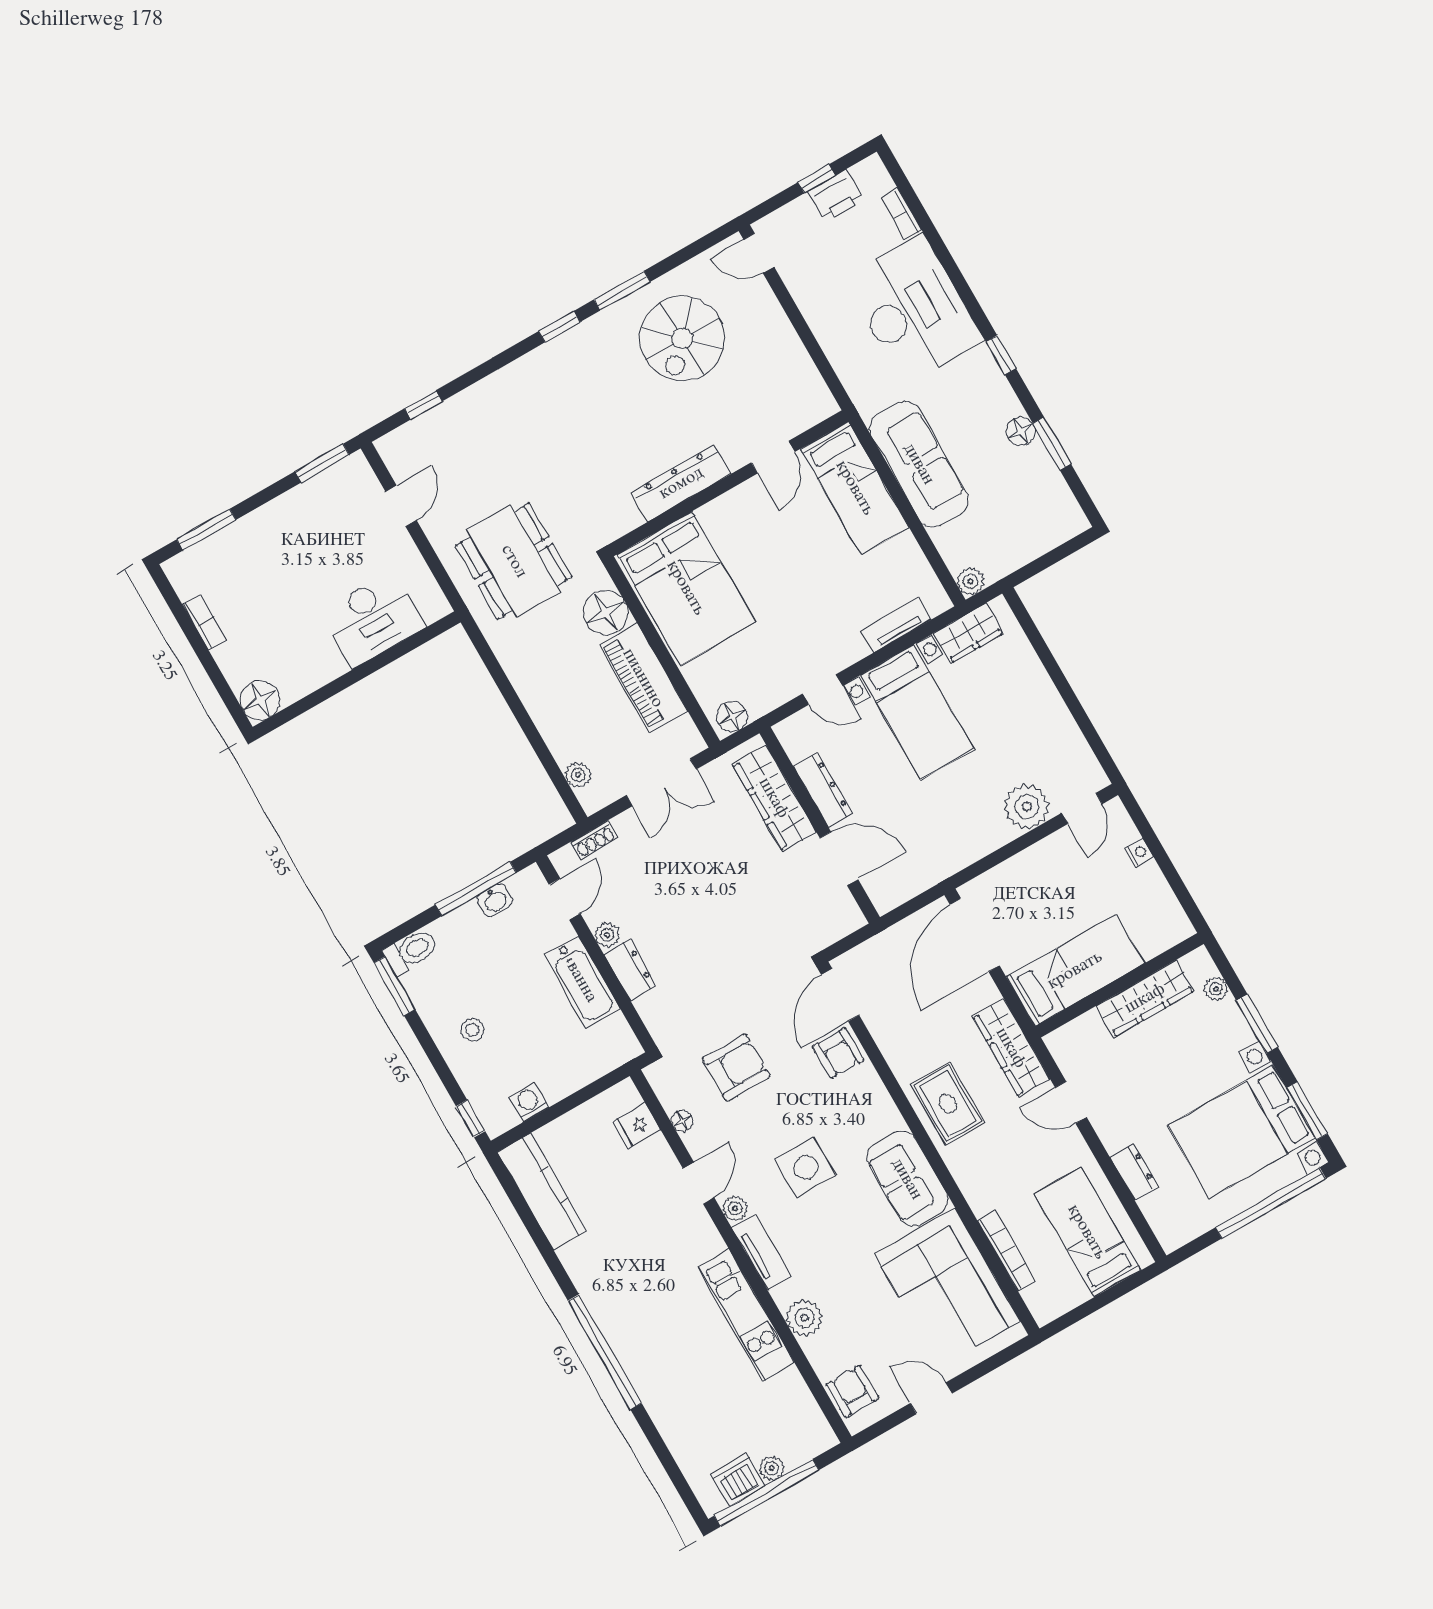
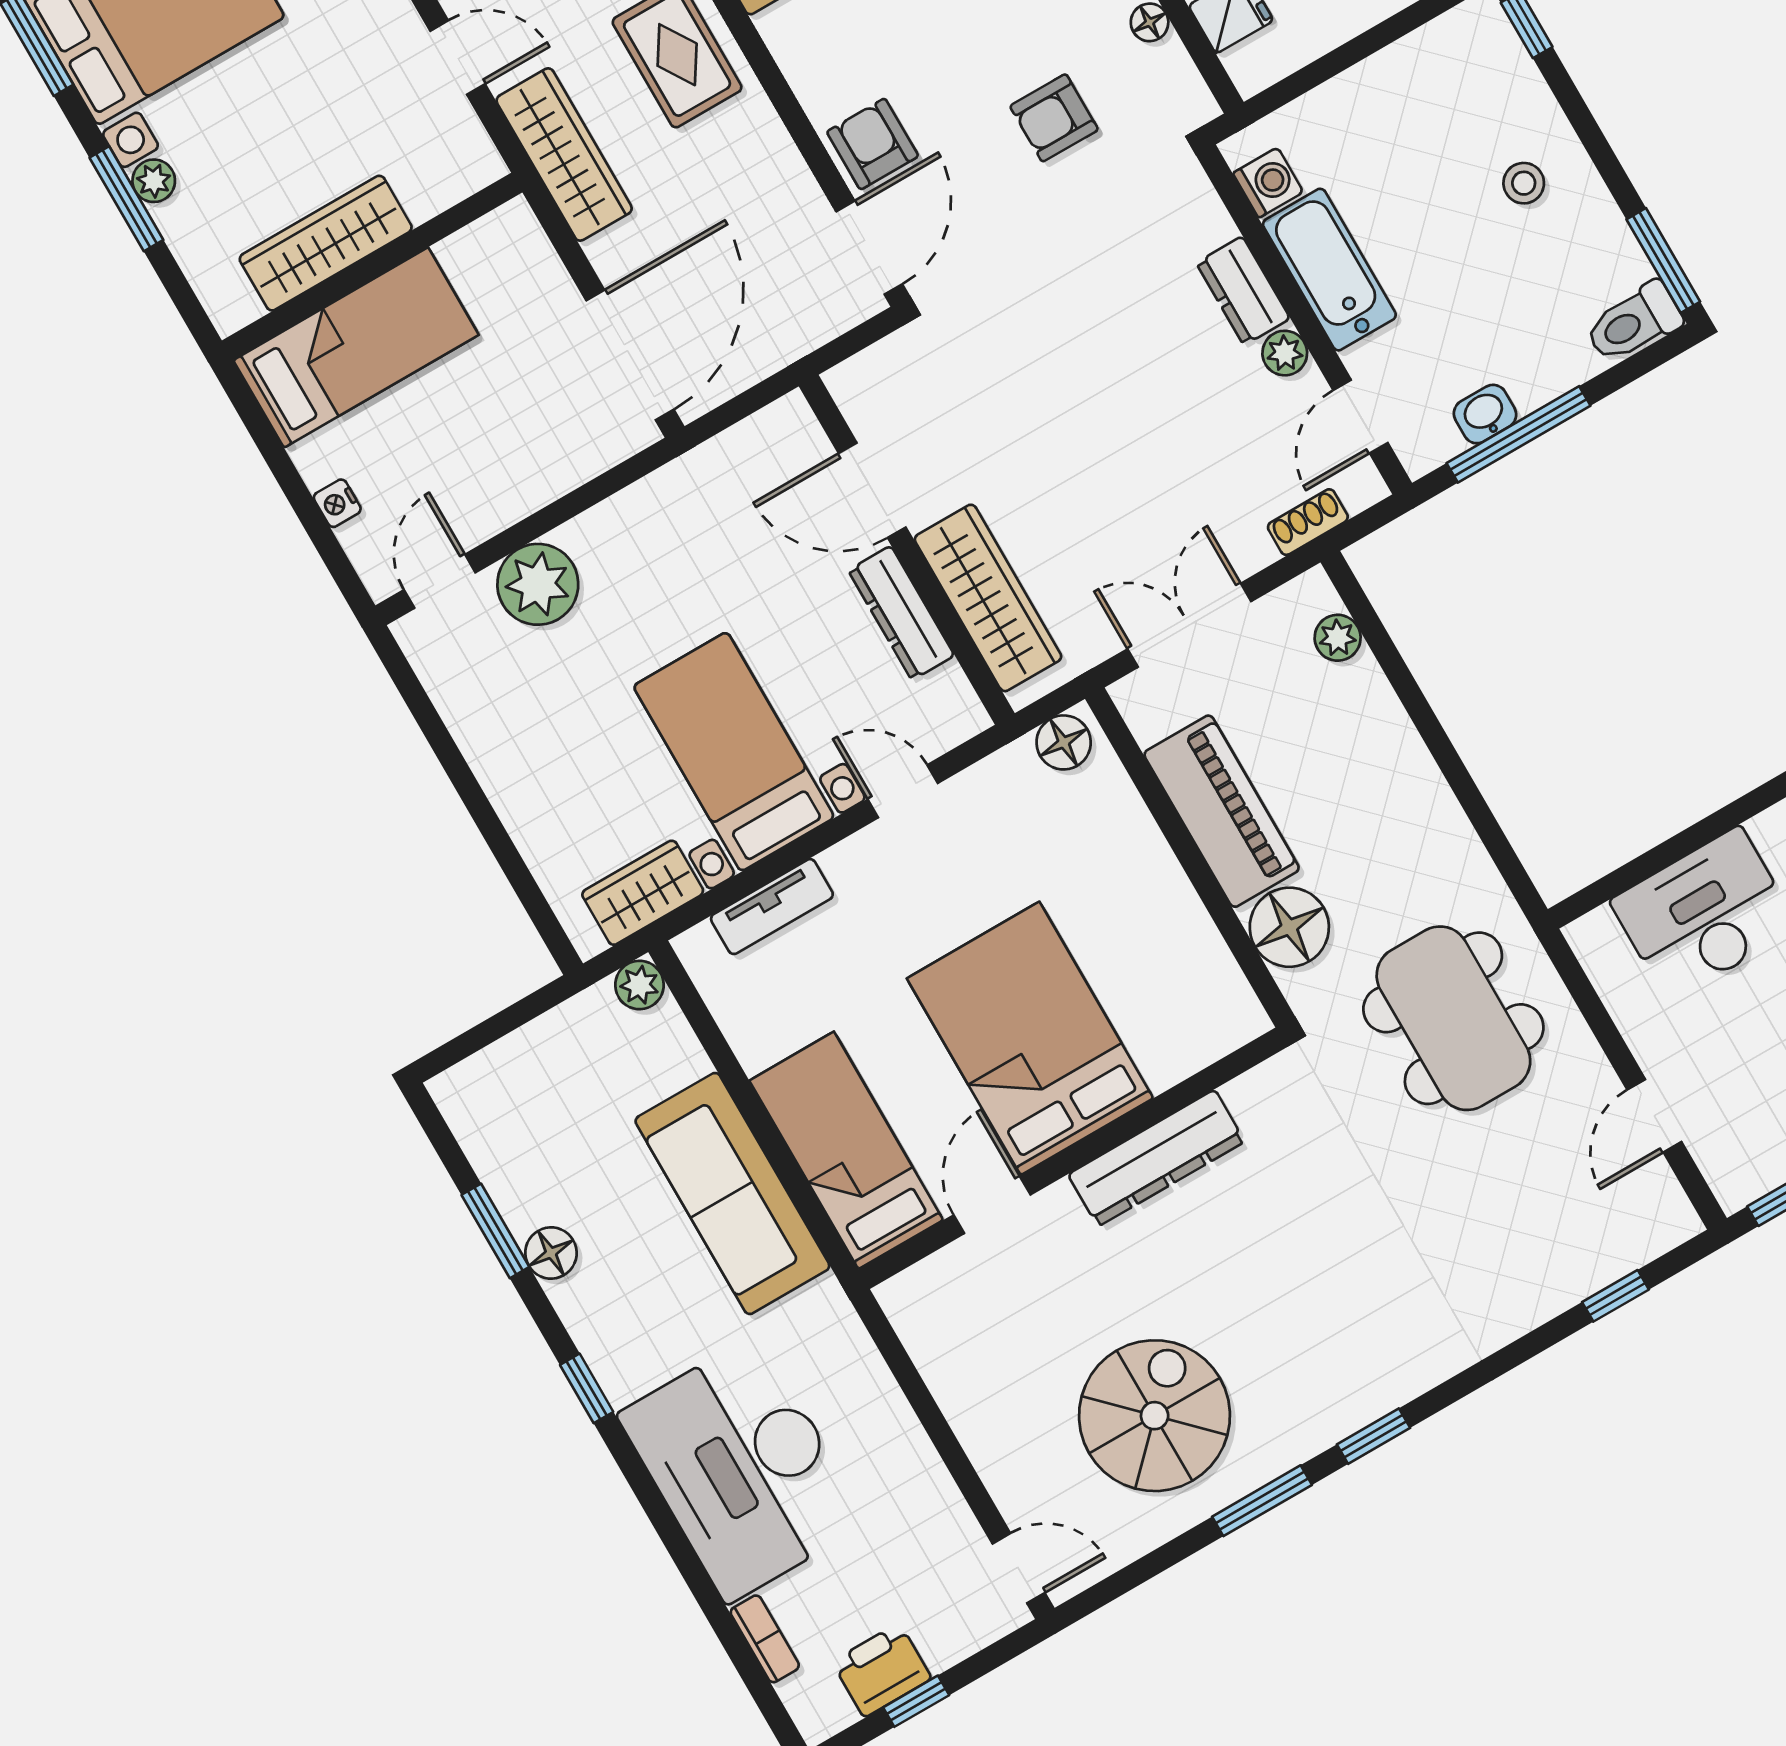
bed: (686, 588) -> (1030, 1038), moved
bed: (1075, 970) -> (356, 348), moved, turned 180
plant: (1216, 989) -> (154, 181), moved
armchair: (736, 1067) -> (1054, 118), width x0.72, depth x0.72
washing machine: (529, 1102) -> (1268, 183), moved, turned -90

